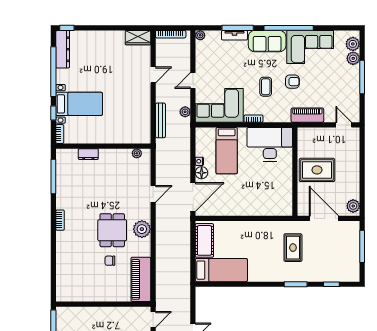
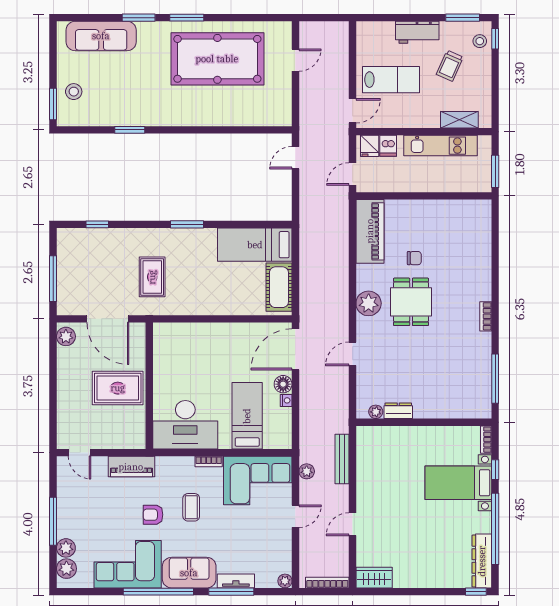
dresser: (88, 154) -> (398, 411), moved
window: (296, 284) -> (187, 224), moved

